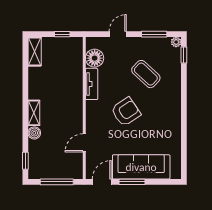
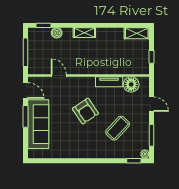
boiler: (34, 133) -> (57, 33), moved

